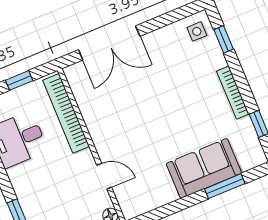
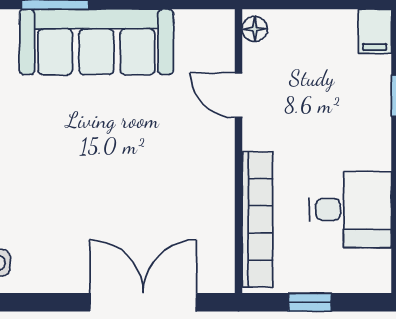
sofa: (204, 168) -> (96, 42), width x1.36

